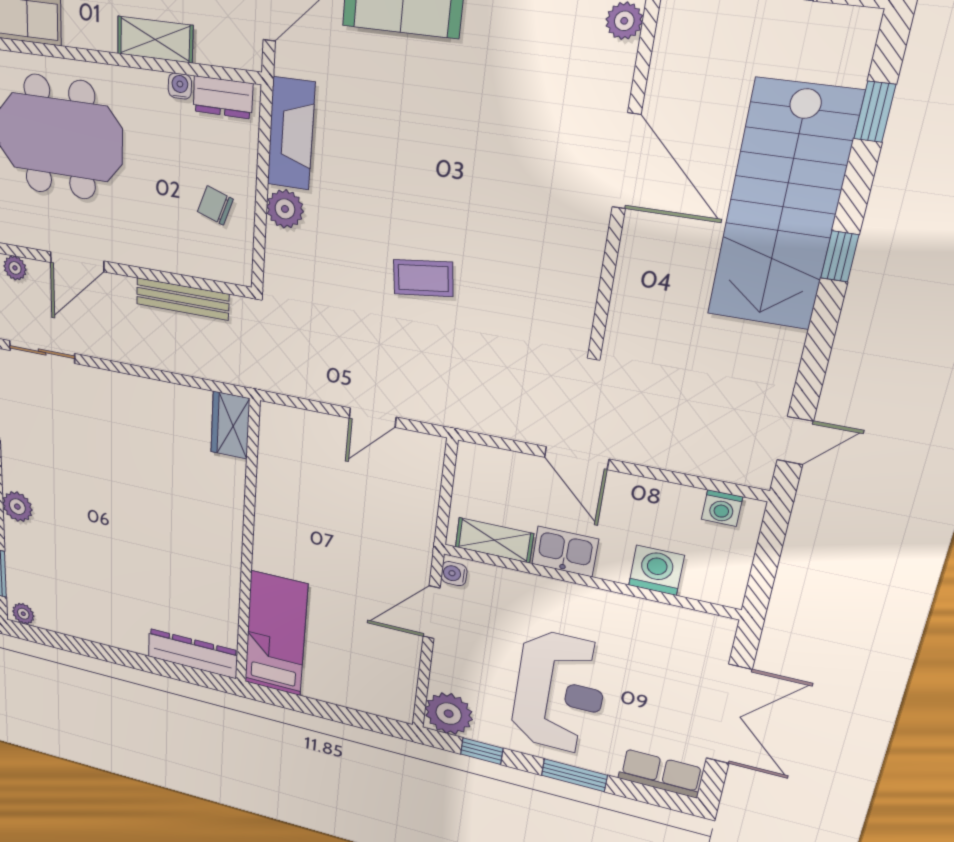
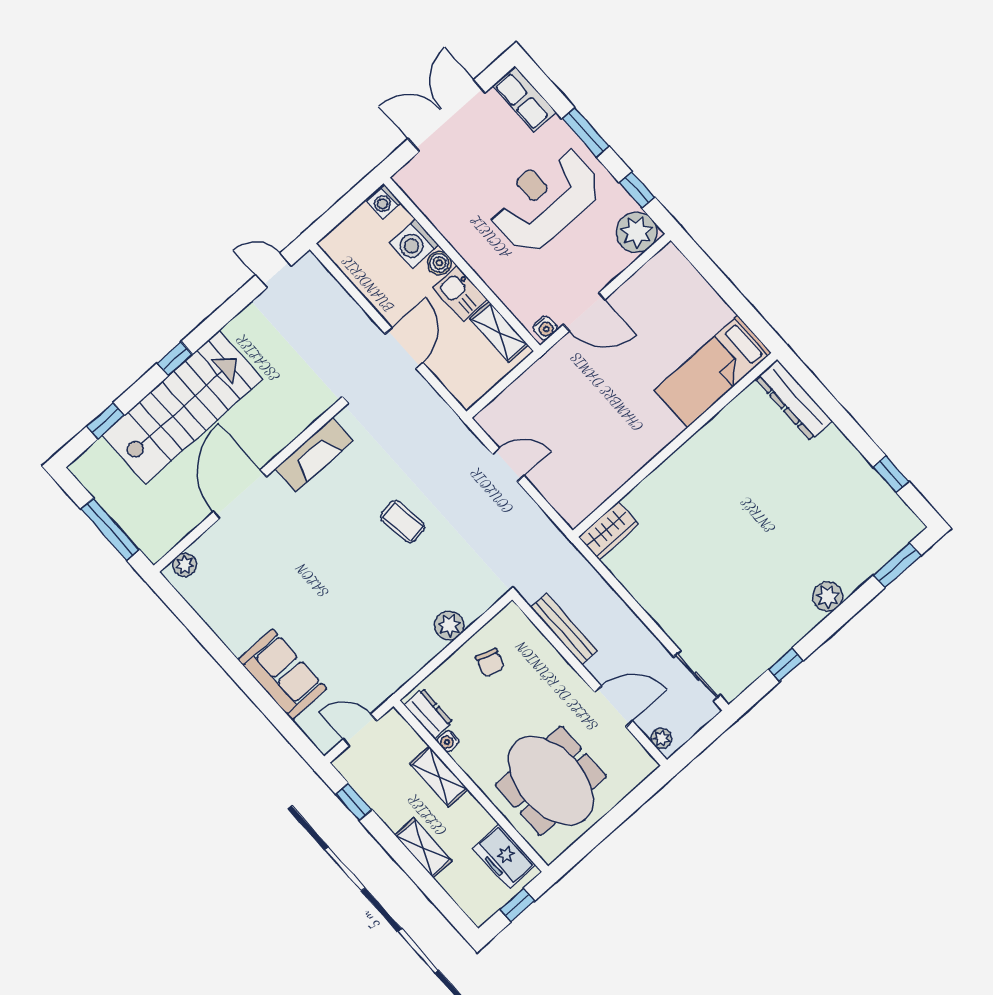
fireplace: (291, 134) -> (314, 455), moved, turned 180
washing machine: (722, 508) -> (384, 202), moved, turned 180
boiler: (613, 568) -> (439, 263), added
plant: (23, 614) -> (908, 522), removed
window: (70, 644) -> (891, 474), added

